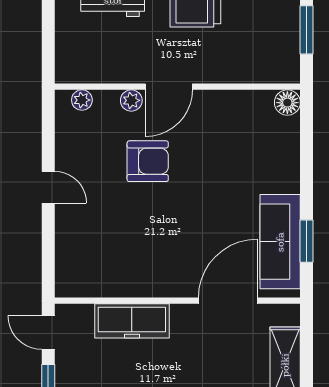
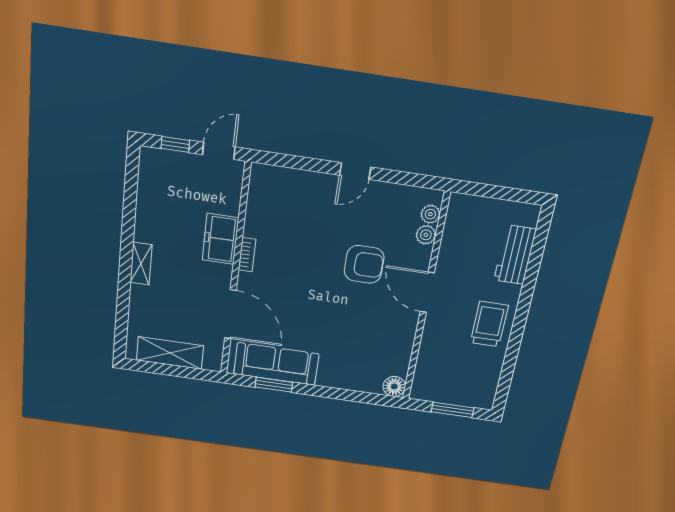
plant: (131, 100) -> (426, 235), moved
armchair: (148, 161) -> (364, 264), turned -90
bookcase: (156, 290) -> (247, 255), added
freezer: (132, 321) -> (220, 239), width x0.71

